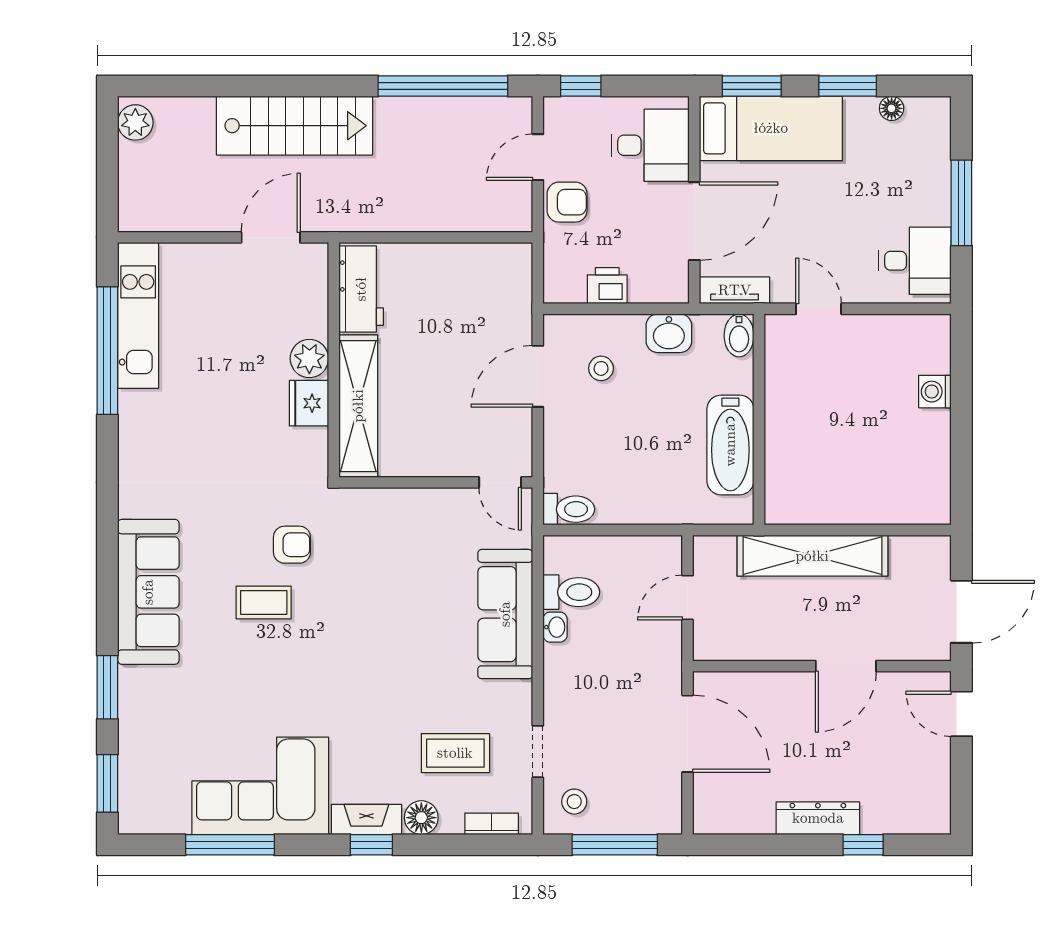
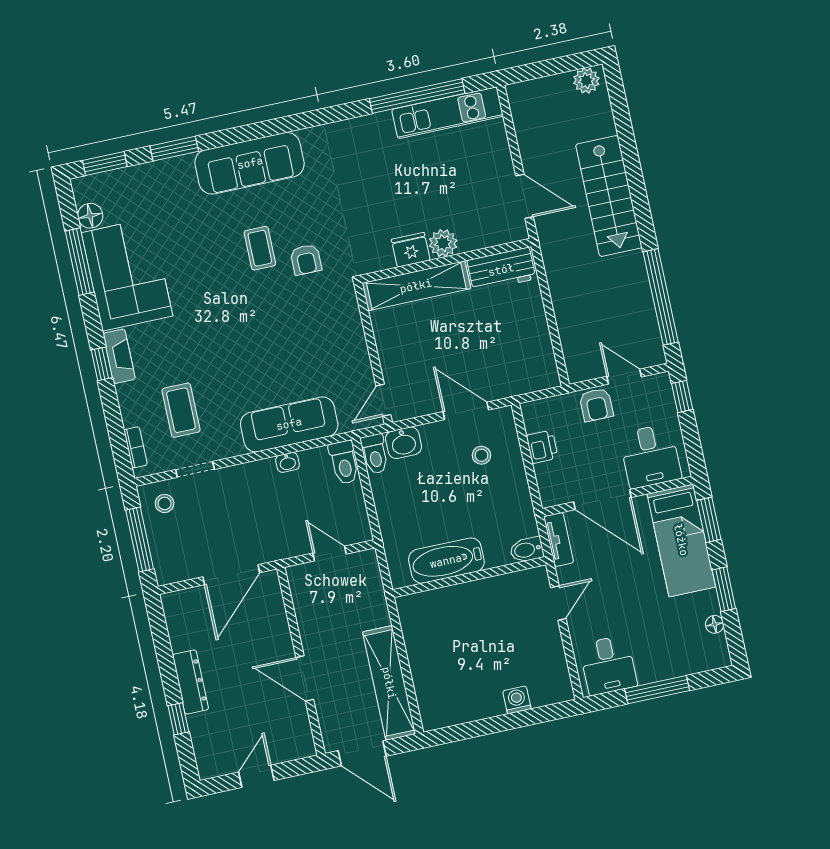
washbasin: (669, 333) -> (404, 443), moved, turned -90
shelving: (812, 556) -> (389, 683), moved
toilet: (571, 592) -> (344, 462), moved
door: (961, 714) -> (256, 776), moved
floor lamp: (421, 818) -> (90, 216), moved

